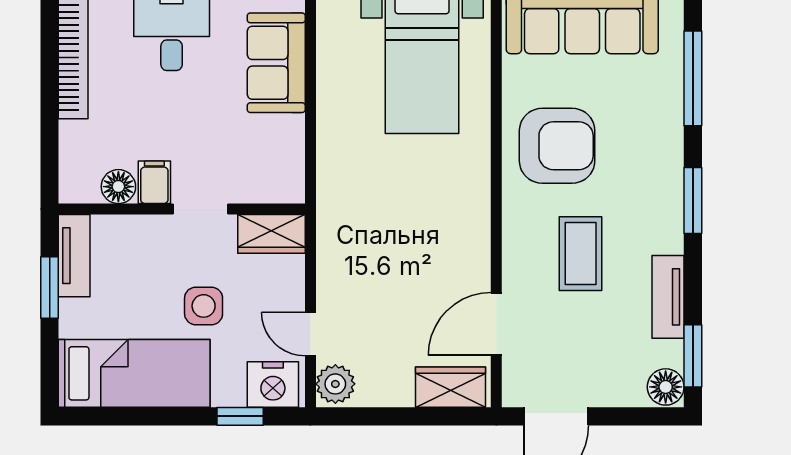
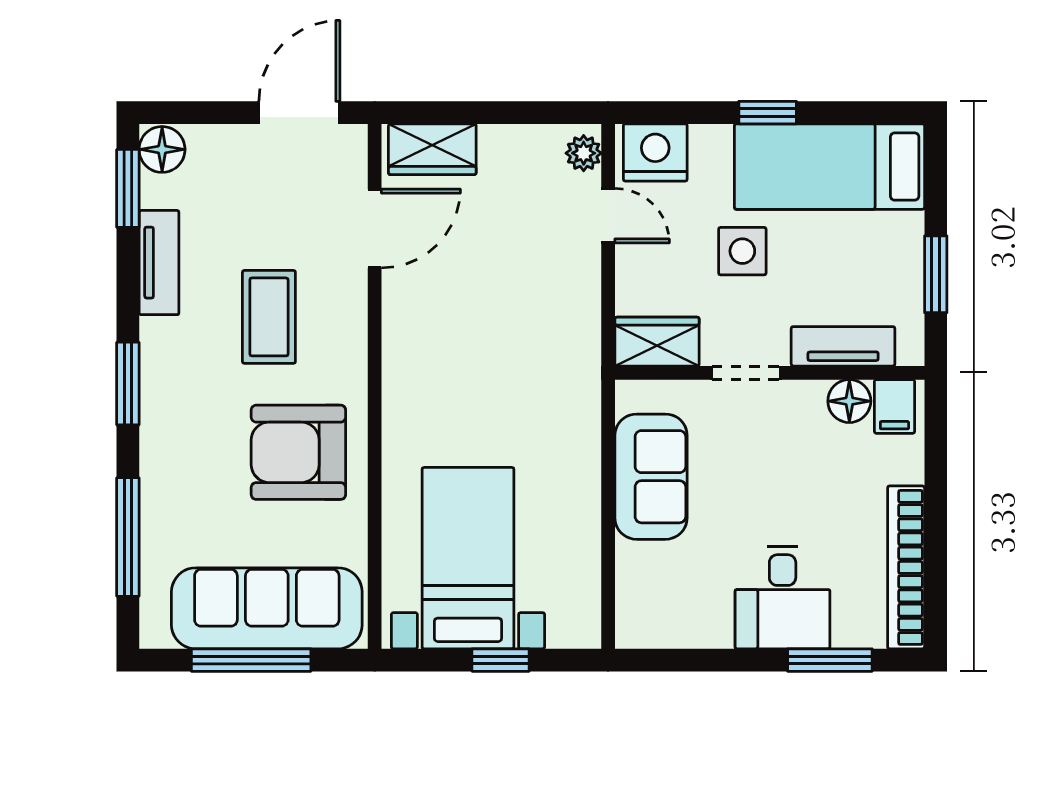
sofa: (276, 63) -> (651, 477), moved
filing cabinet: (154, 182) -> (895, 406), moved
tv unit: (74, 256) -> (843, 346), moved, turned 90
plant: (335, 384) -> (584, 153), width x0.73, depth x0.73
window: (240, 416) -> (768, 113), moved

